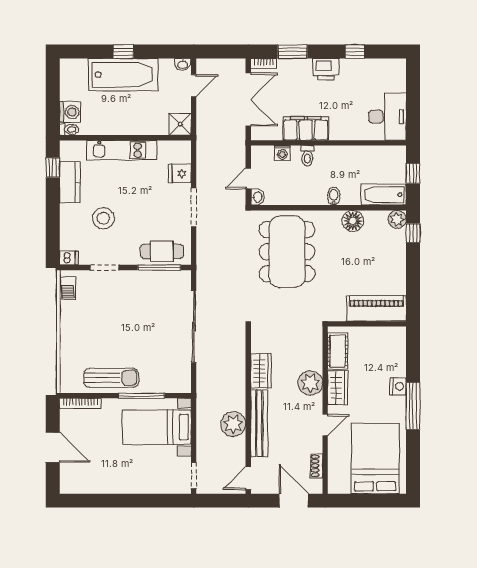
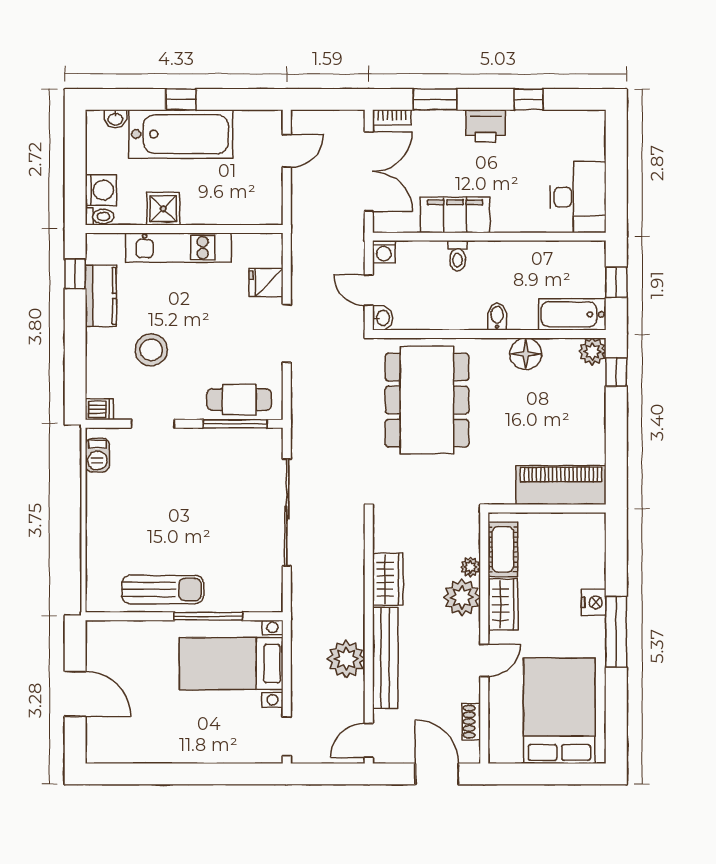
washbasin: (183, 64) -> (115, 119), moved
shower: (180, 124) -> (163, 209), moved
washing machine: (282, 153) -> (384, 252), moved
door: (248, 179) -> (369, 290), hinge flipped
plant: (316, 363) -> (470, 567), added
bookcase: (80, 403) -> (116, 628), removed

